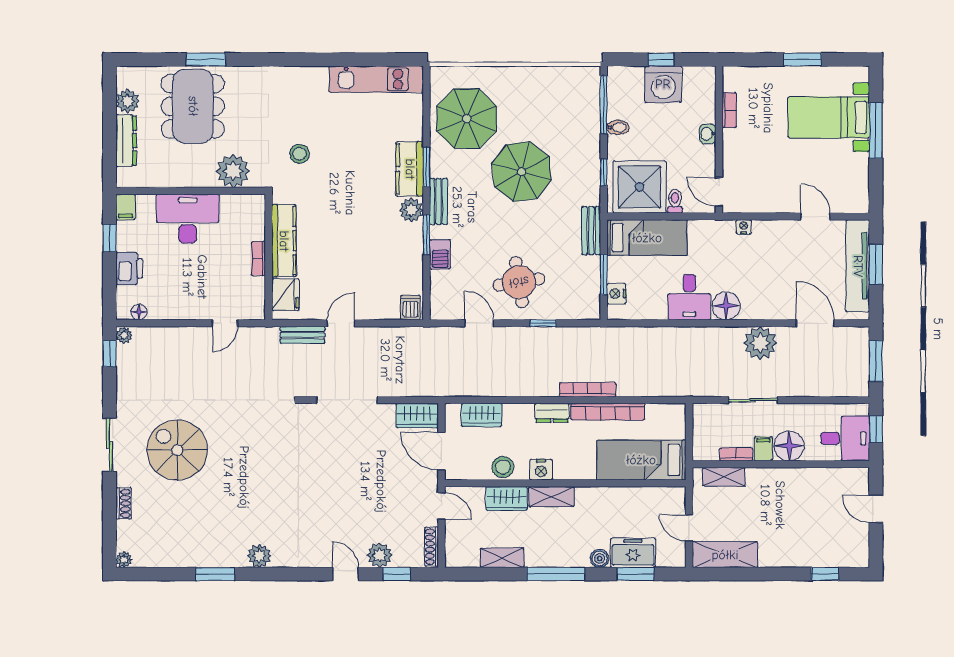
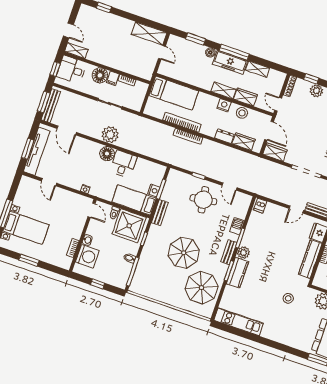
washing machine: (663, 84) -> (87, 256), moved, turned 90
nightstand: (616, 294) -> (154, 191), moved
plant: (760, 343) -> (110, 135), moved
bench: (860, 359) -> (51, 106), added
dresser: (552, 413) -> (224, 136), moved
shelving: (724, 477) -> (76, 51), moved
freezer: (633, 553) -> (230, 62), moved, width x1.40

